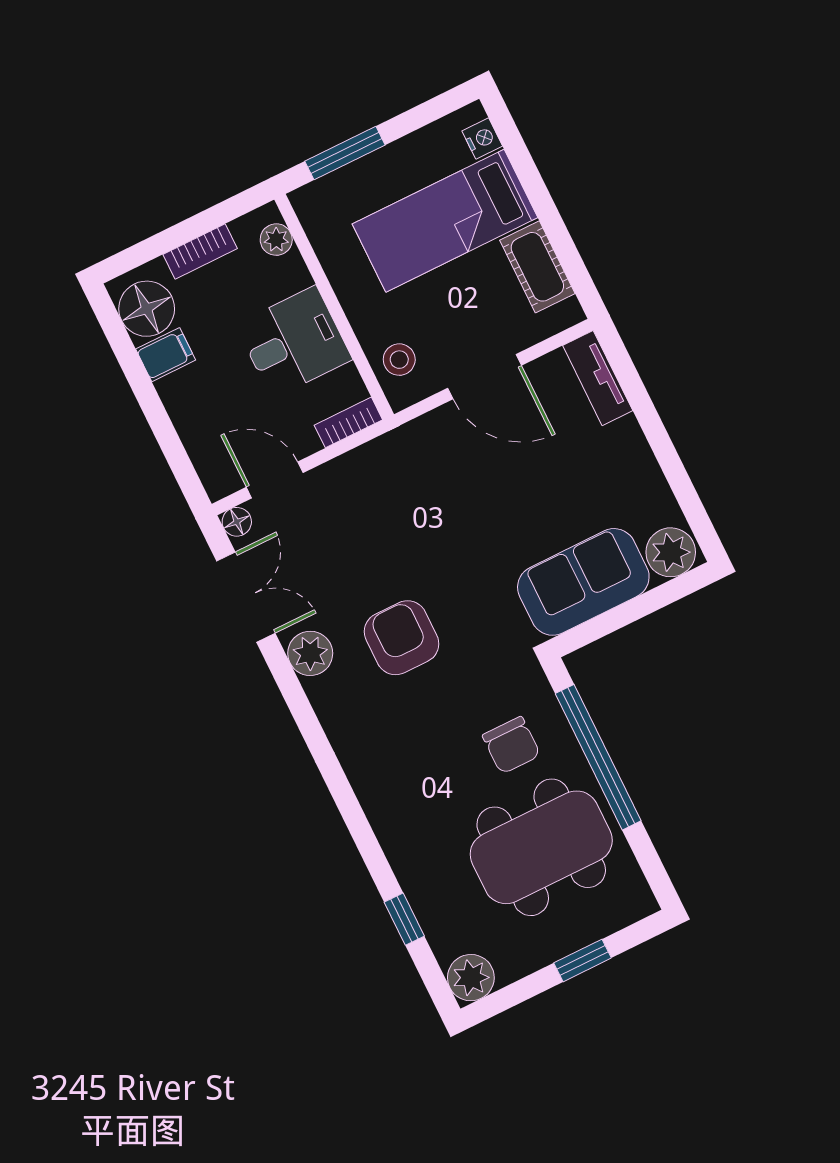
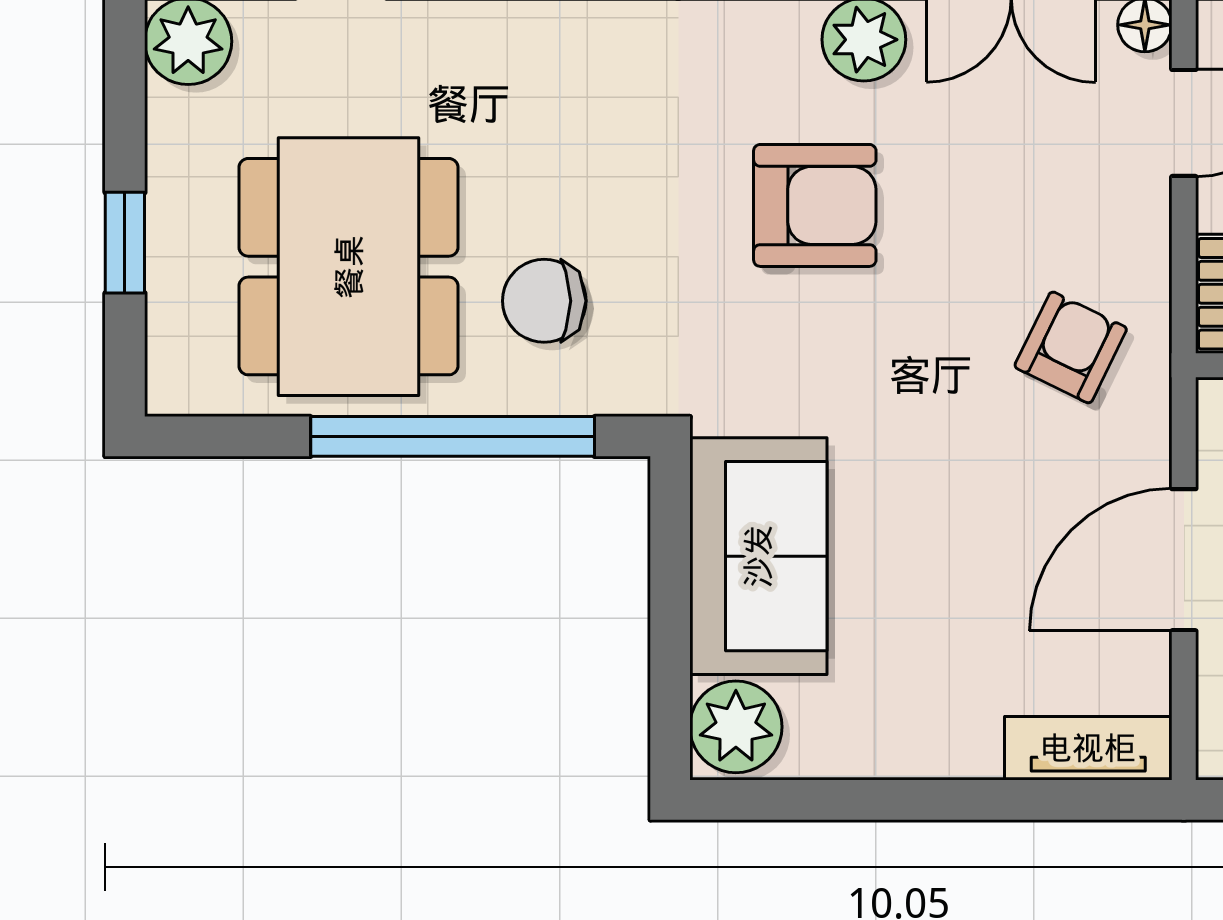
armchair: (409, 481) -> (1071, 347), added

